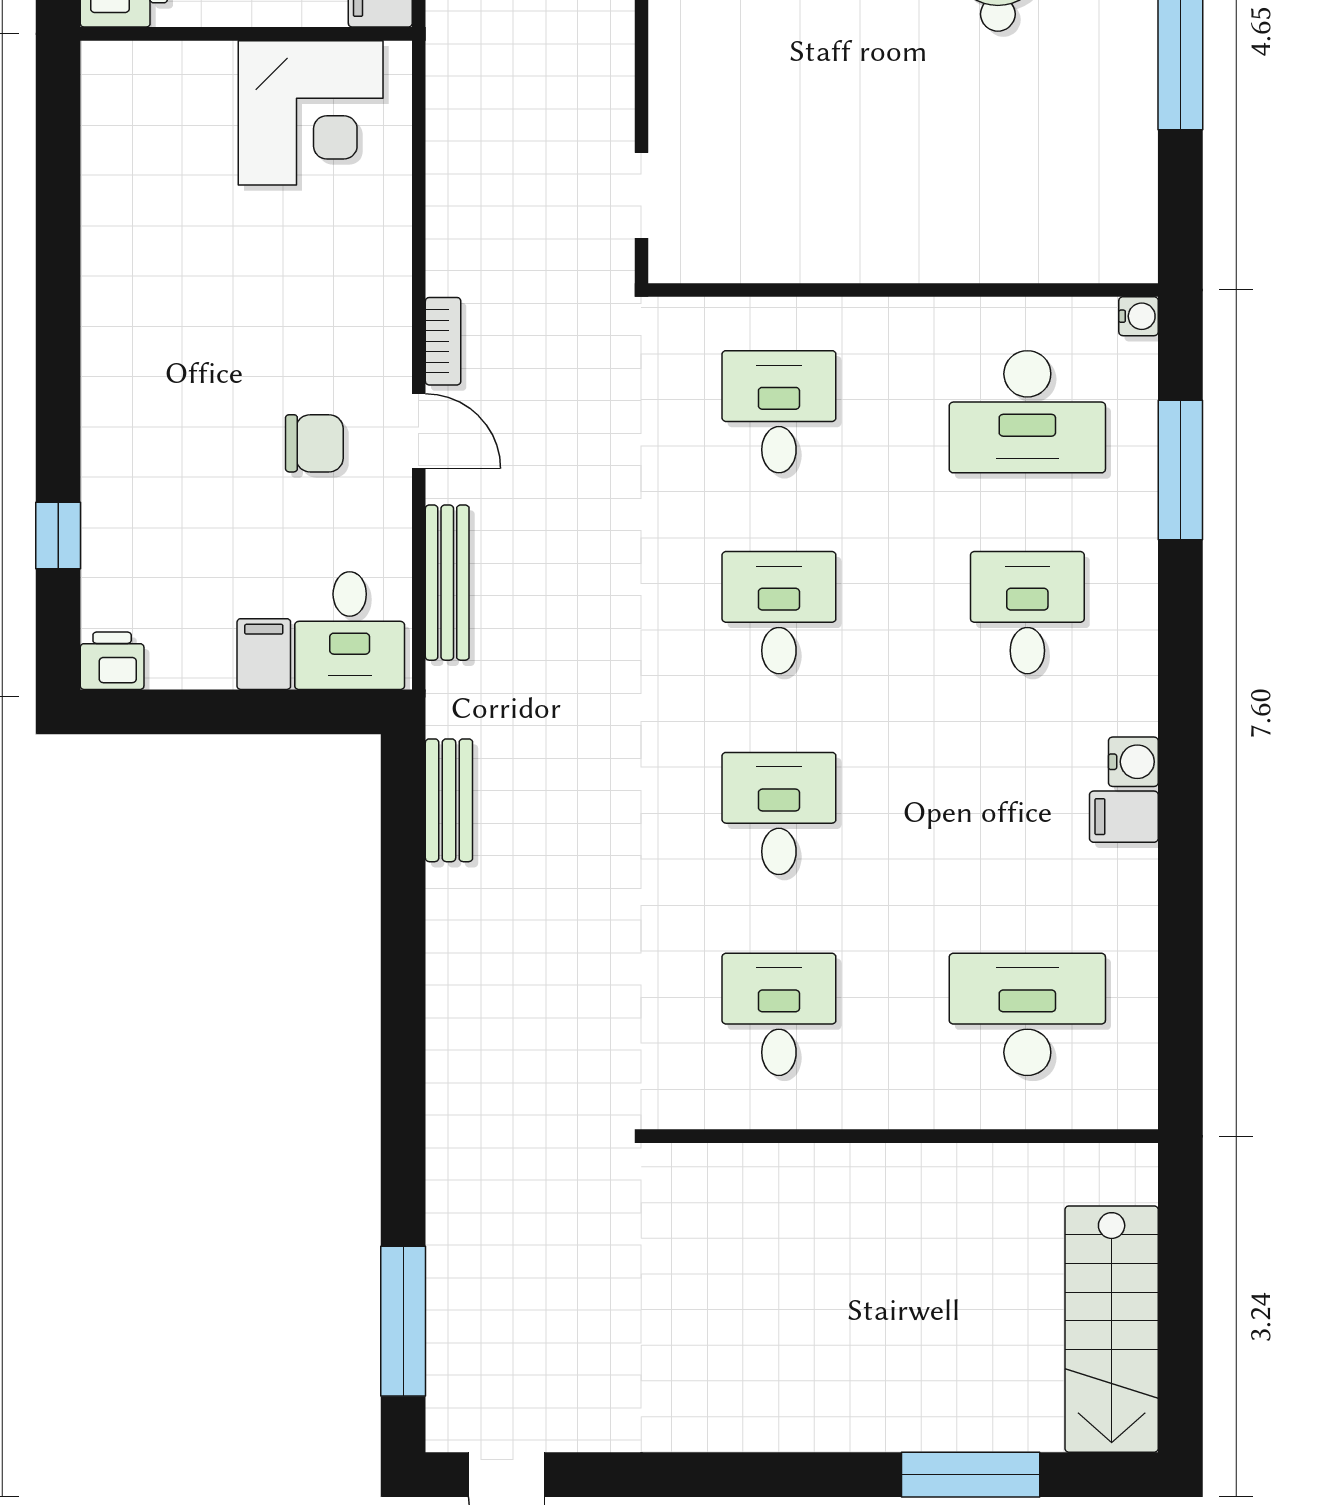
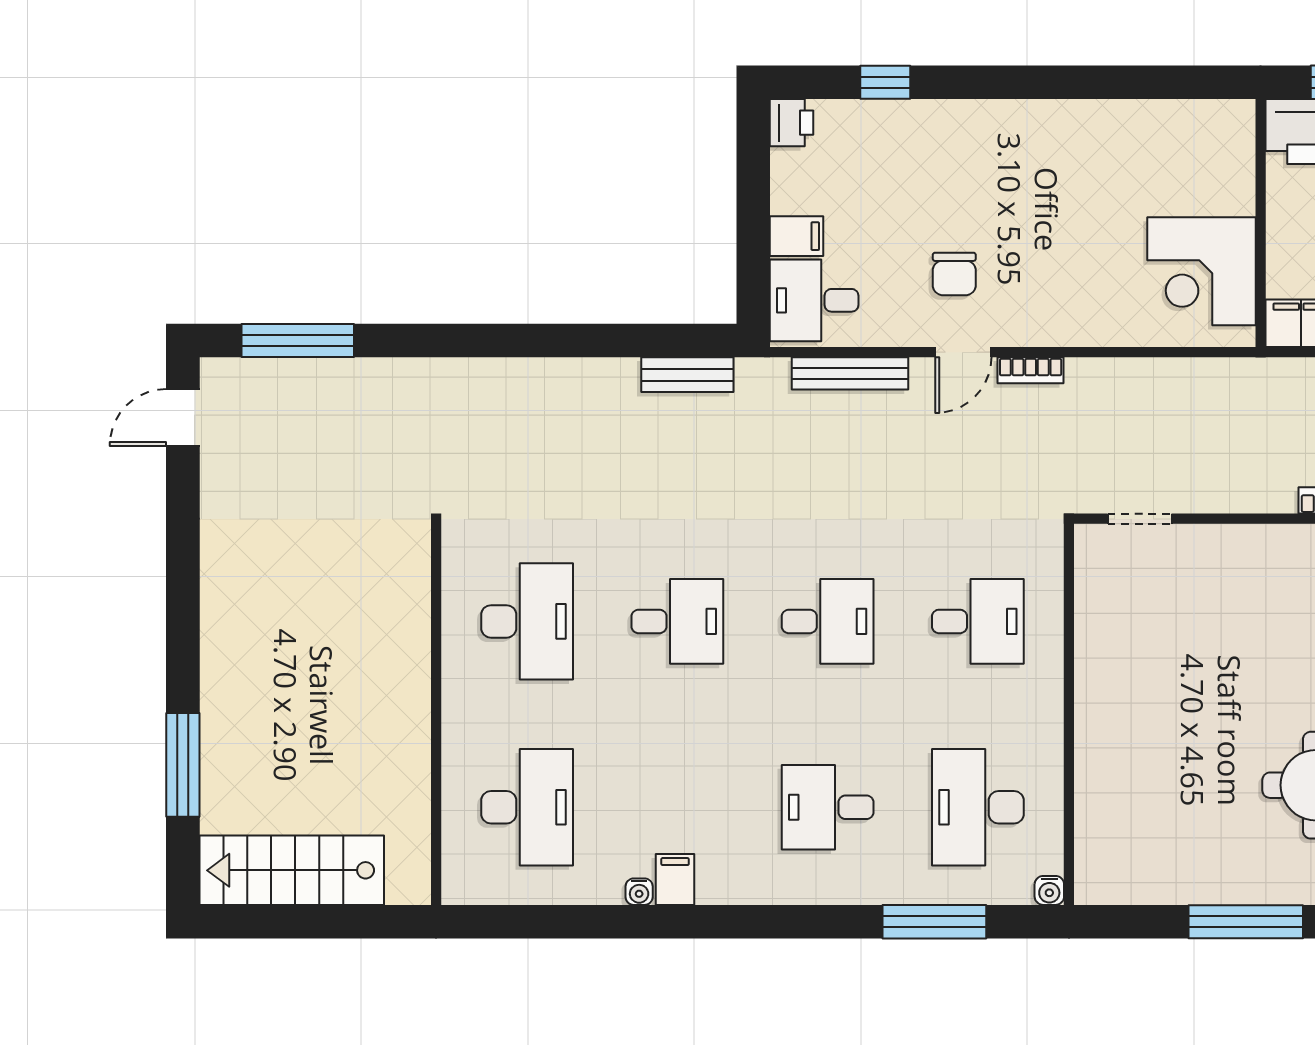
desk: (1027, 613) -> (828, 807), turned 180
water cooler: (1133, 762) -> (639, 892), moved, width x0.72, depth x0.72
desk: (779, 1014) -> (527, 621), width x1.37

